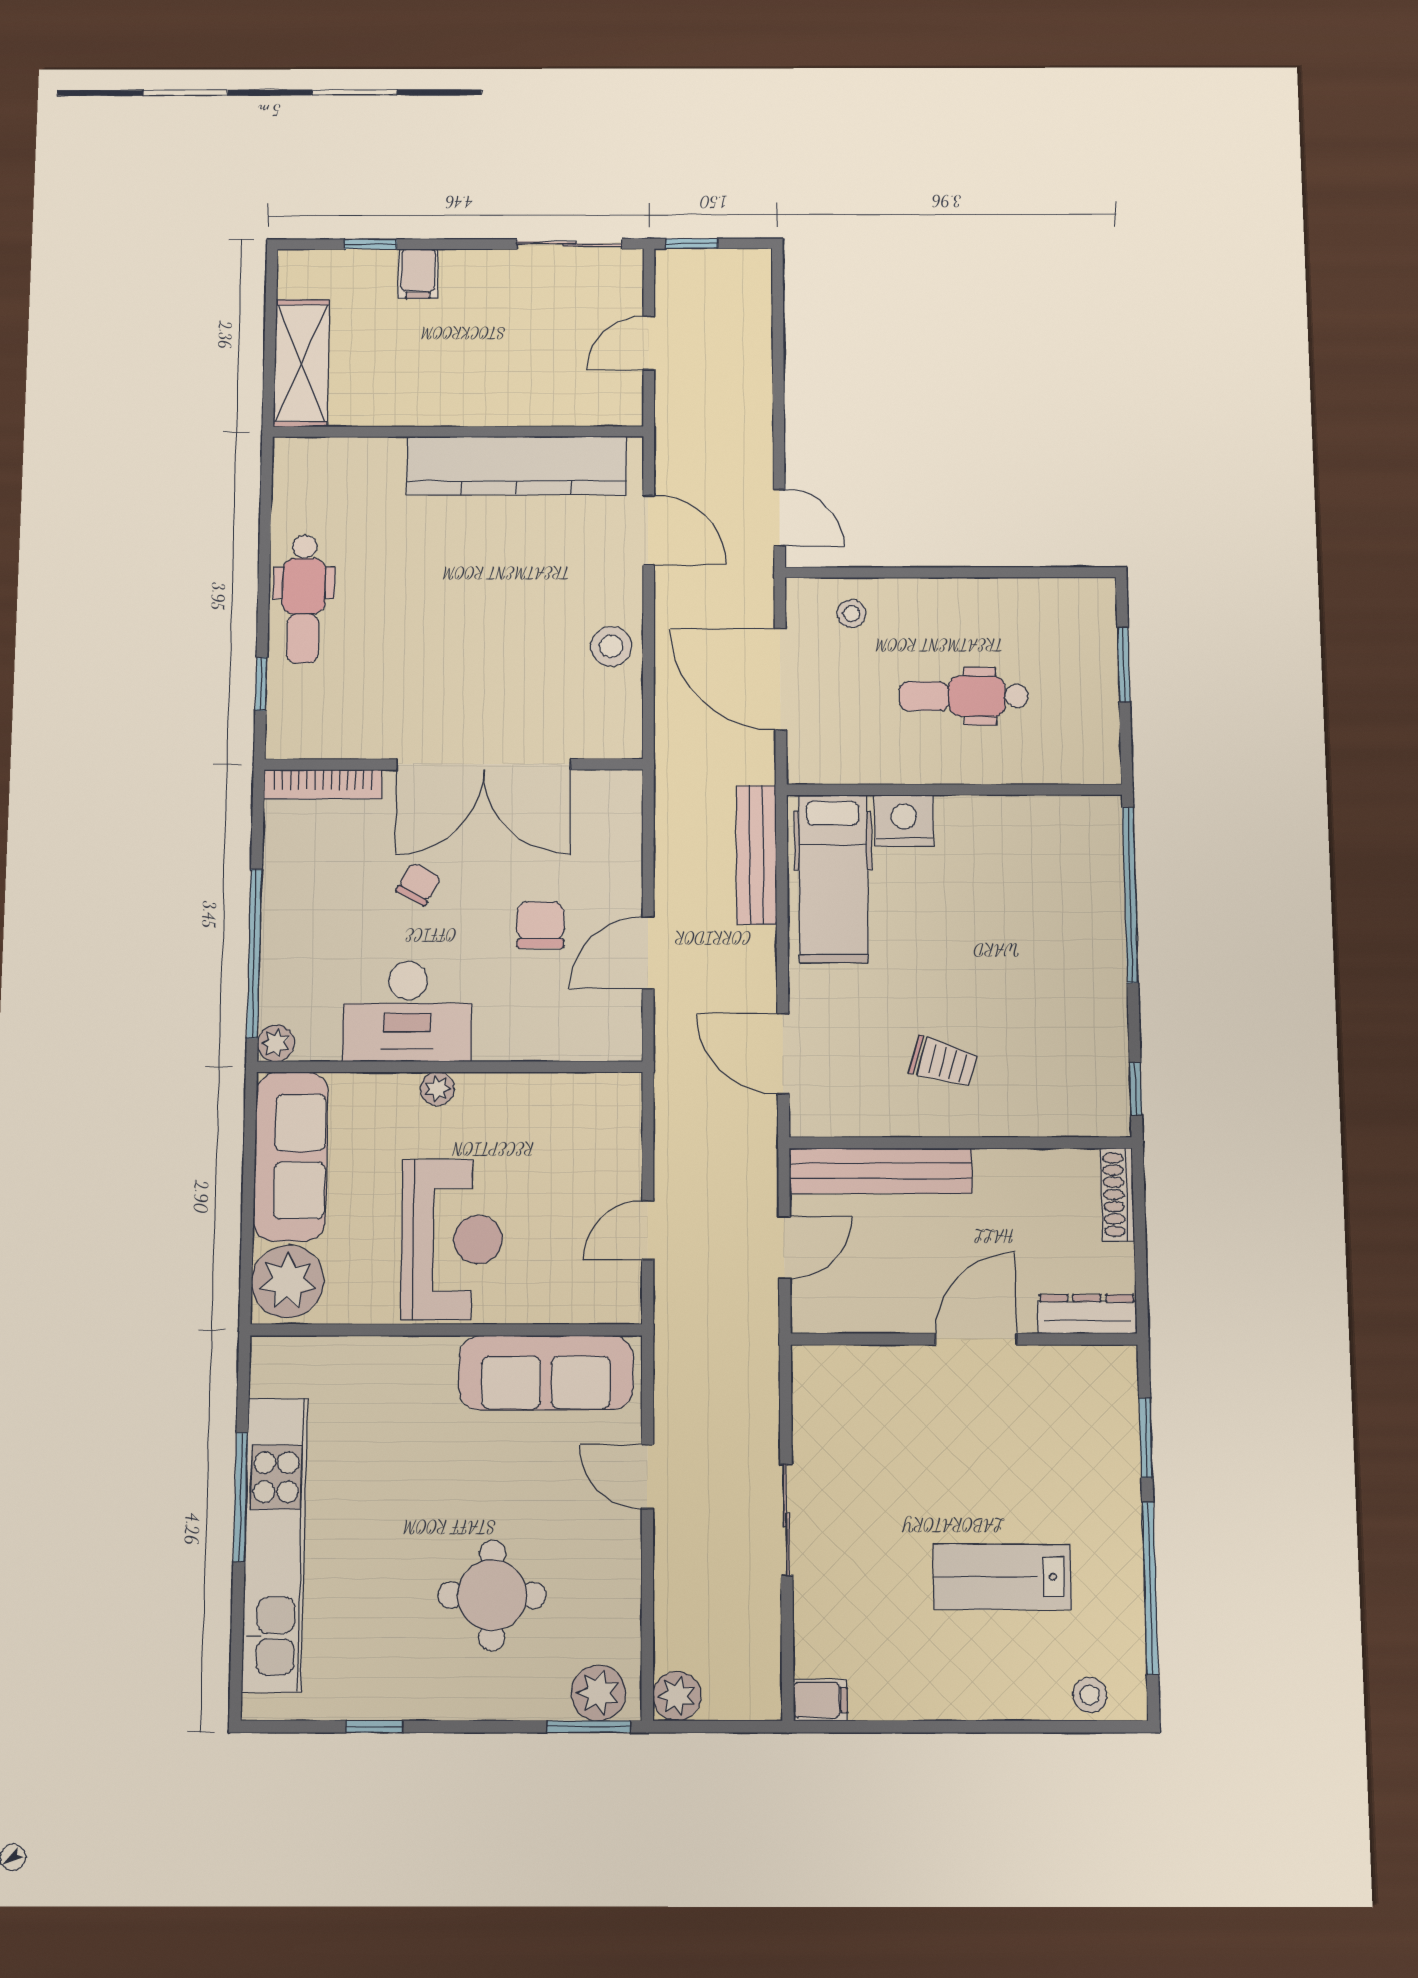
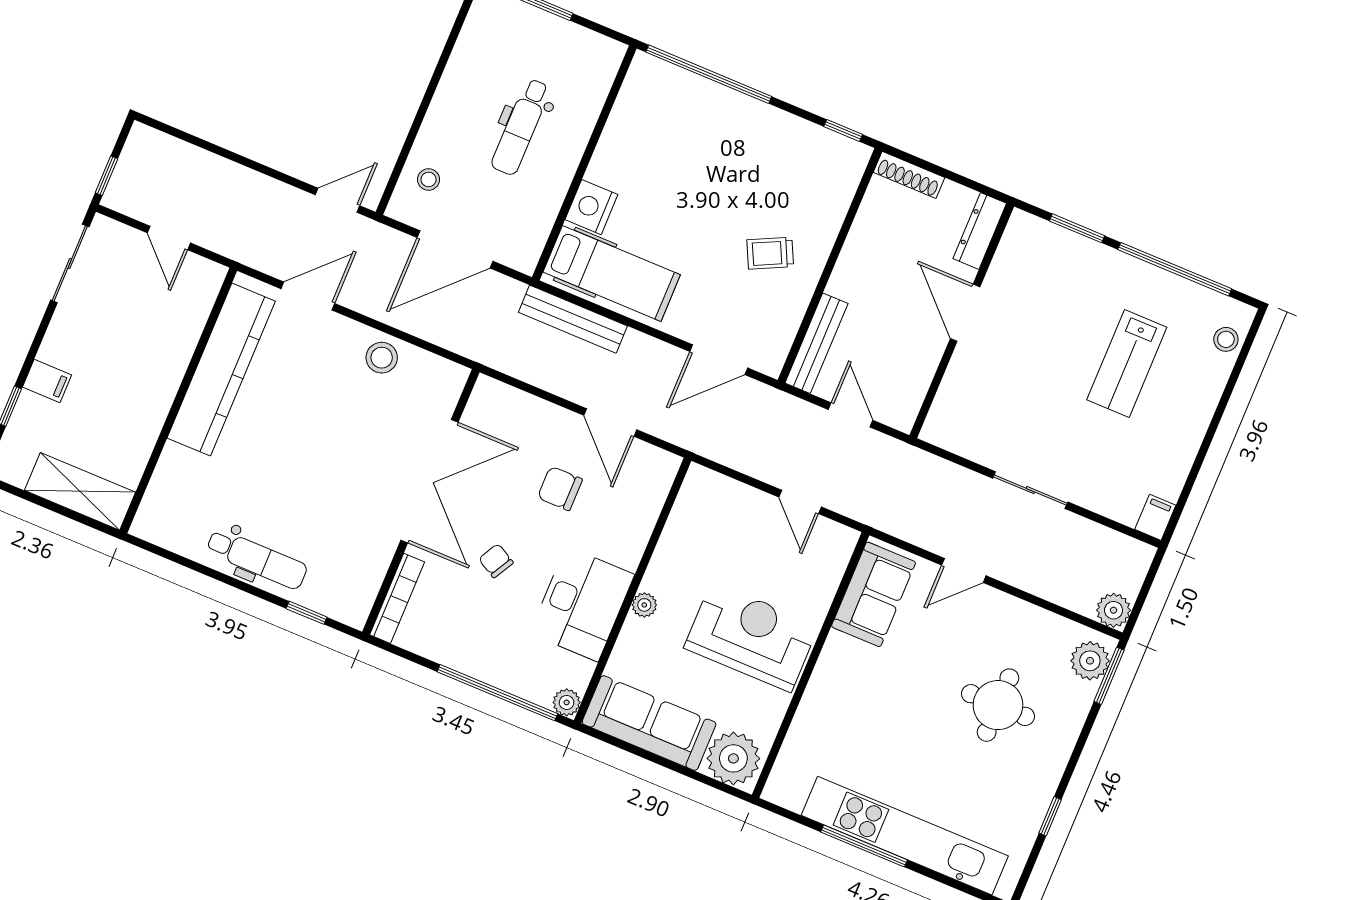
trolley: (943, 1062) -> (770, 253), turned -132
bench: (881, 1171) -> (816, 343), width x0.73, depth x0.82
sofa: (546, 1373) -> (874, 594), width x0.73

